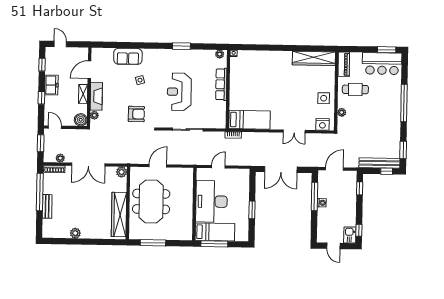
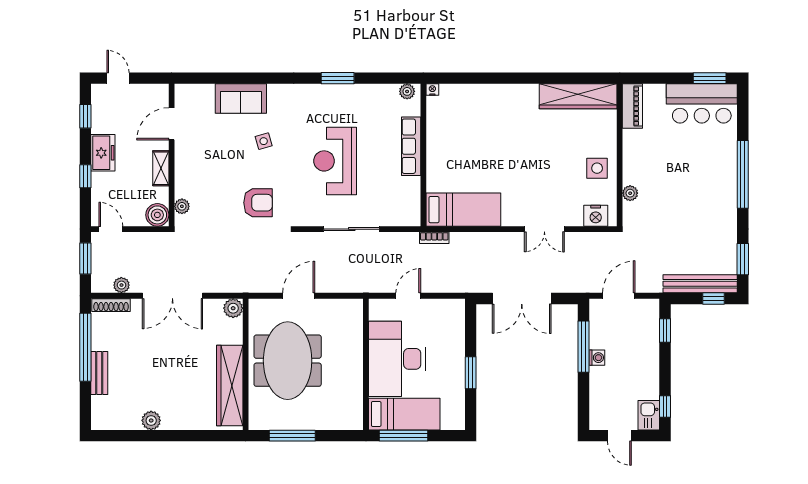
cafe table: (355, 89) -> (654, 151), removed
fireplace: (96, 96) -> (185, 172), removed

